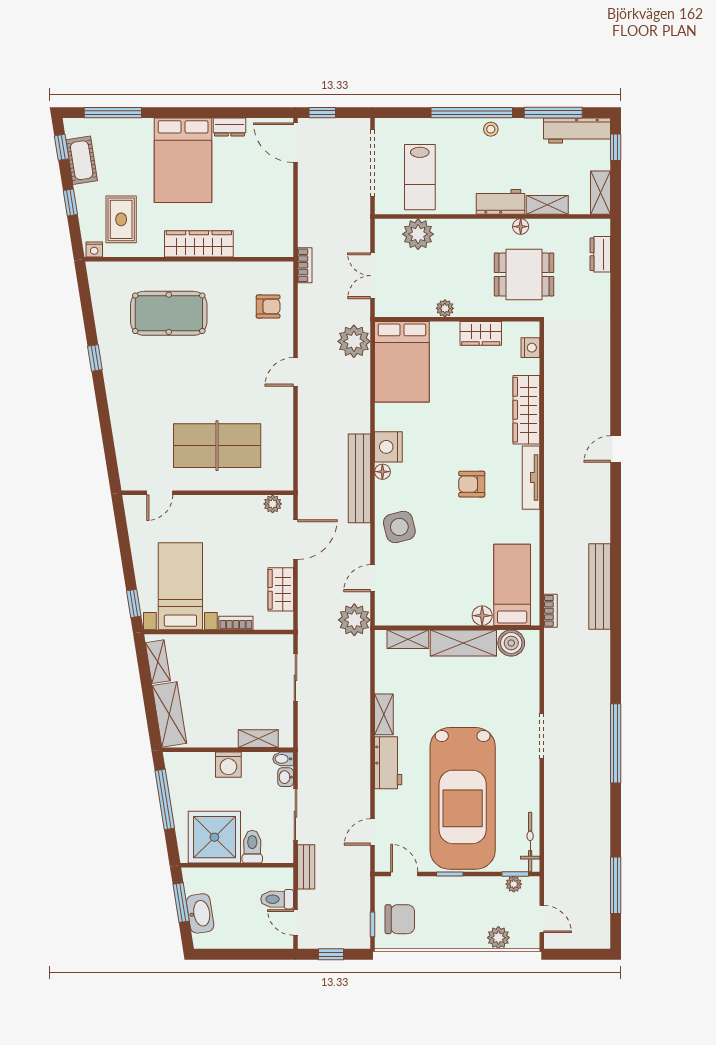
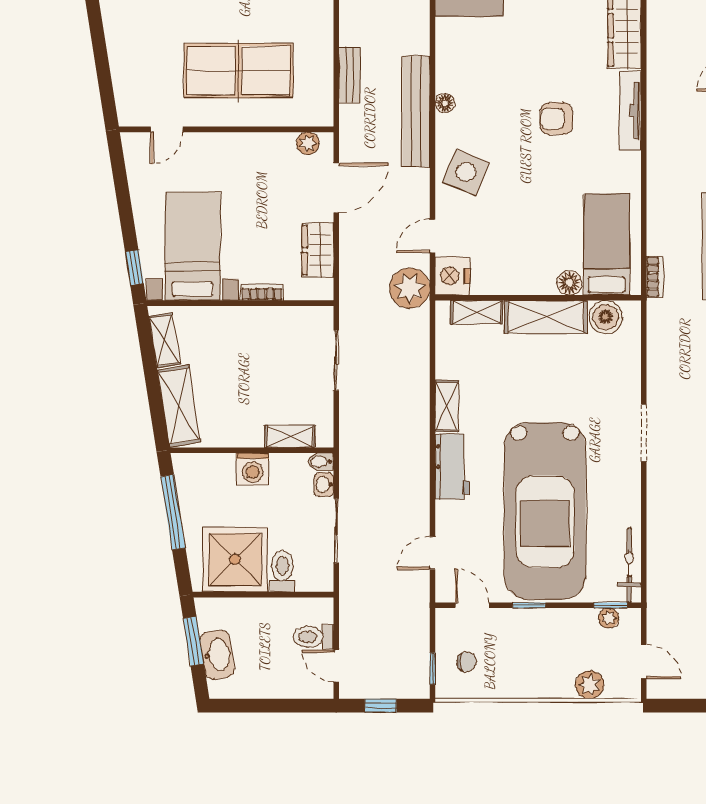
nightstand: (388, 447) -> (452, 276), moved
side table: (399, 527) -> (466, 172), turned 36
bench: (306, 867) -> (350, 75), moved
chair: (400, 919) -> (467, 662), width x0.54, depth x0.54

